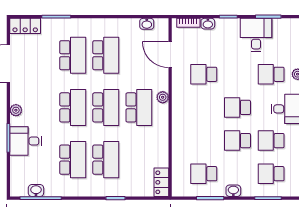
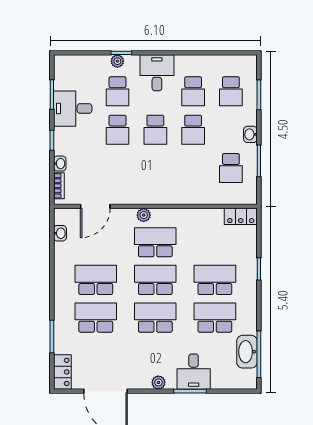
school desk: (204, 74) -> (117, 130), moved
washbasin: (36, 191) -> (247, 352), width x1.91, depth x1.45

